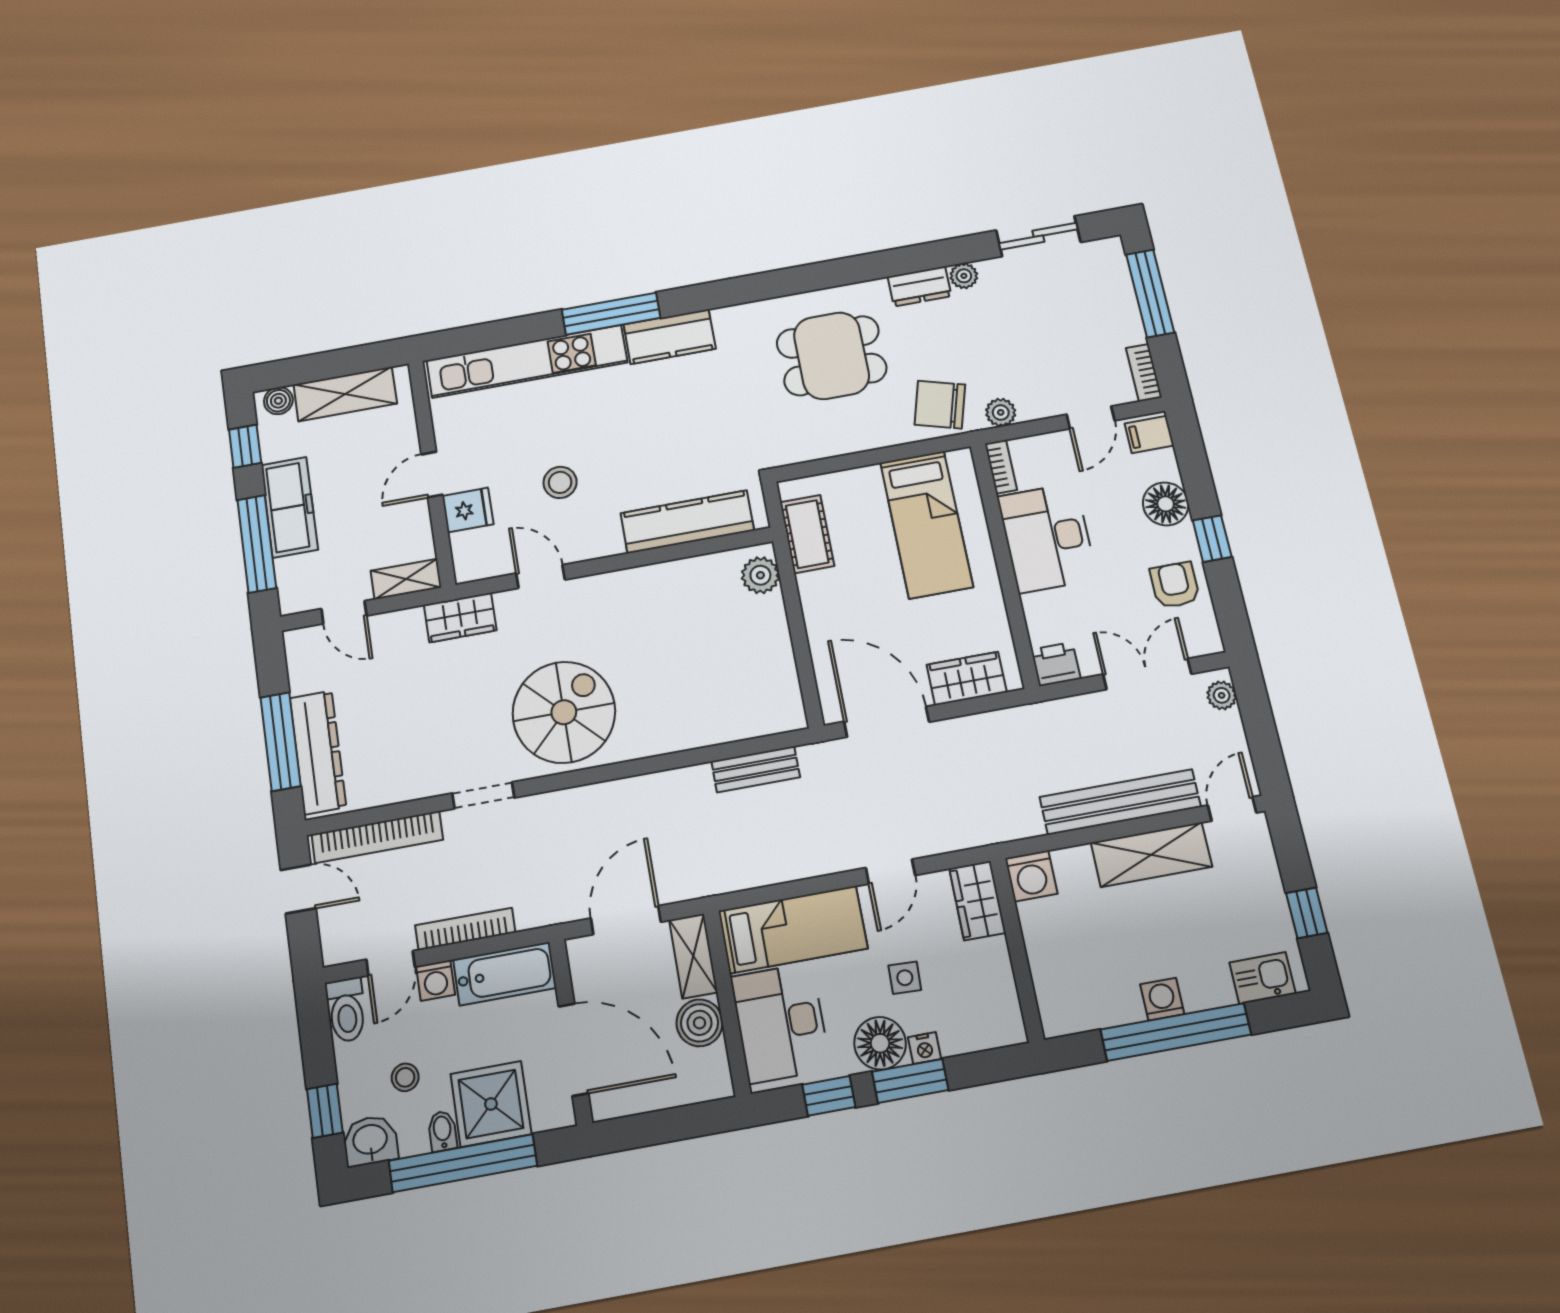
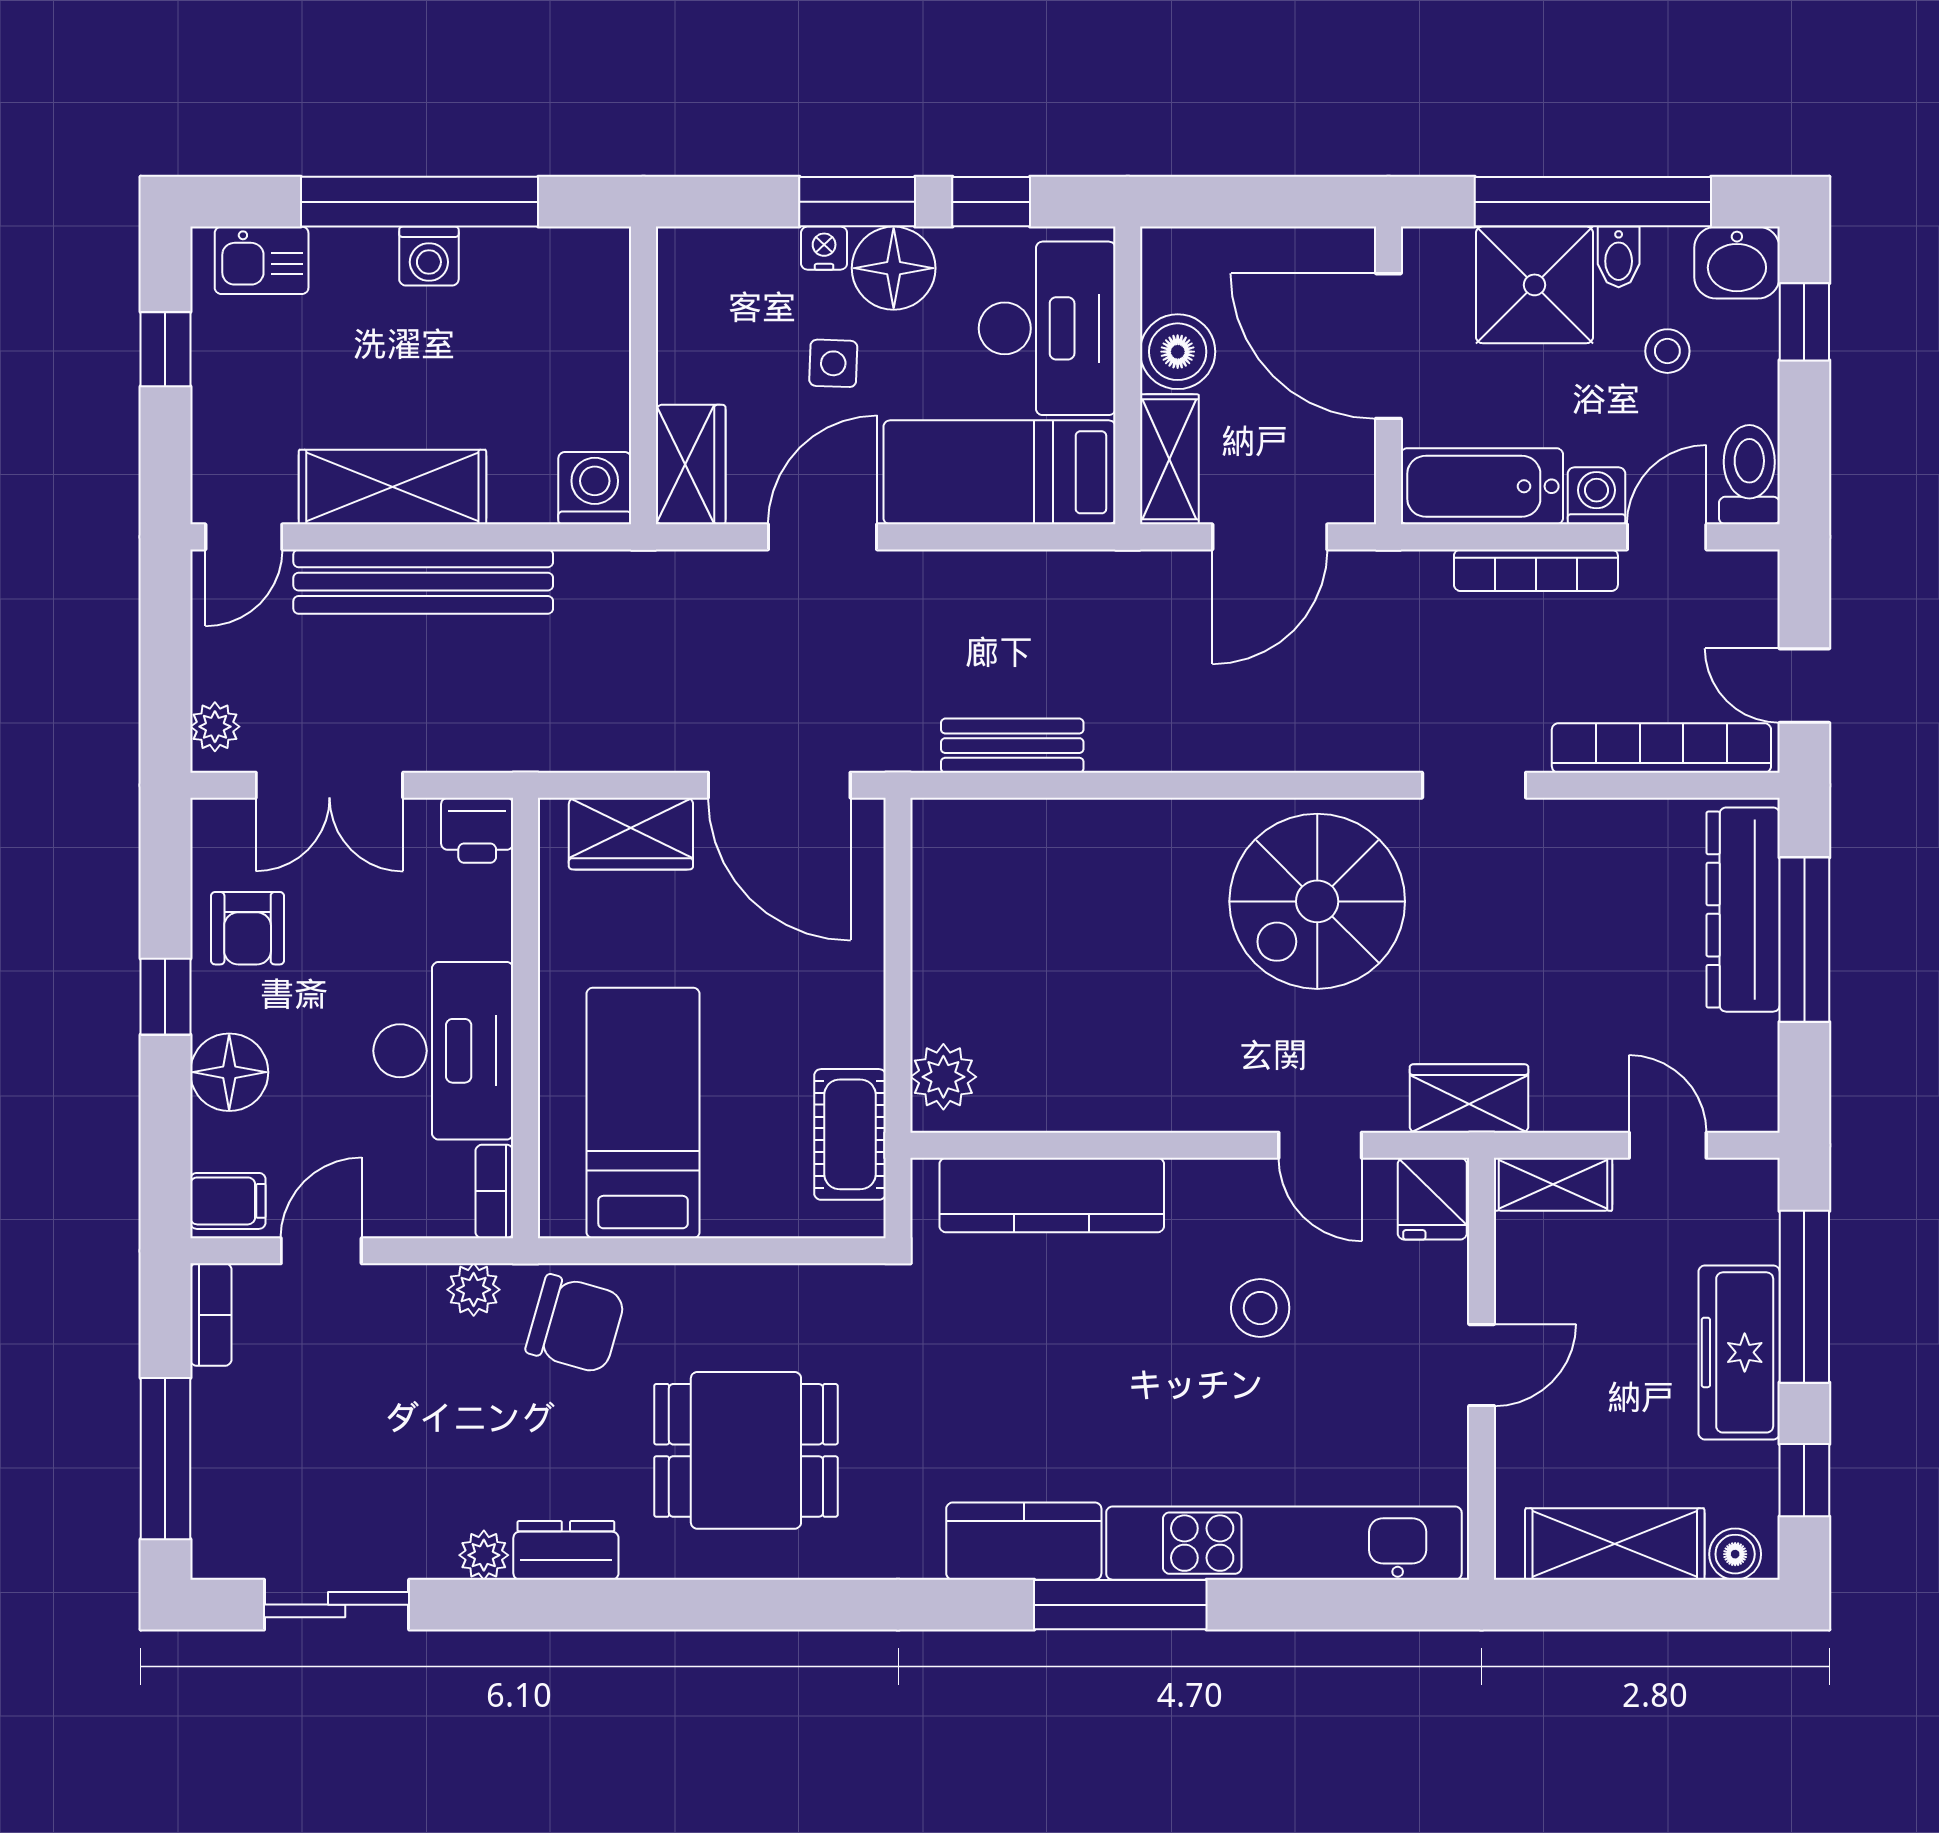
fridge: (468, 510) -> (1432, 1199), moved, turned -90
door: (890, 872) -> (823, 537), width x1.38

